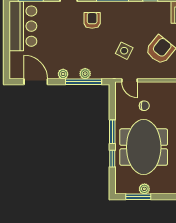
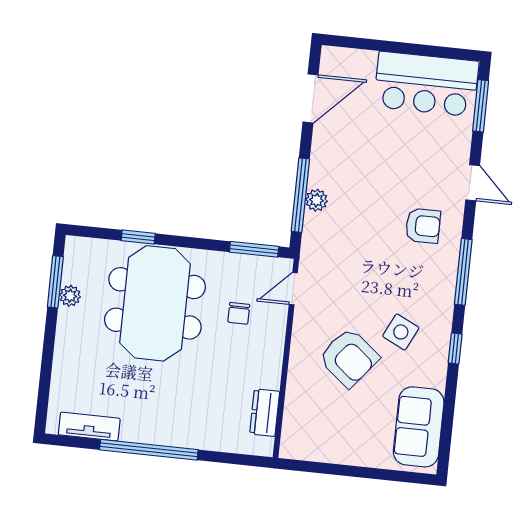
side table: (124, 51) -> (401, 332), moved
plant: (63, 74) -> (320, 155), removed
window: (112, 132) -> (254, 249), moved
meeting table: (144, 147) -> (155, 303), turned 90

